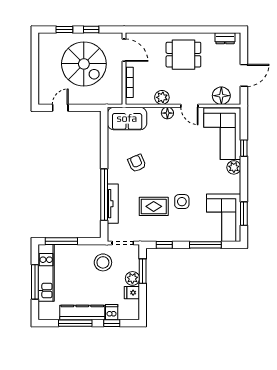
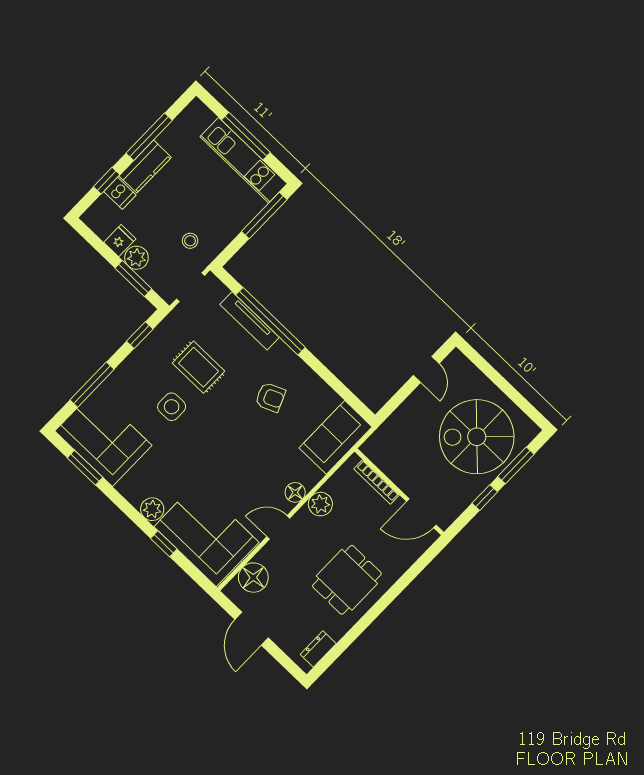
window: (64, 30) -> (516, 465), width x1.50
spiral stairs: (84, 64) -> (477, 437), moved
rug: (154, 206) -> (199, 367), turned 90
stool: (103, 262) -> (190, 241), width x0.53, depth x0.53
kitchen counter: (82, 312) -> (145, 167), width x0.67

